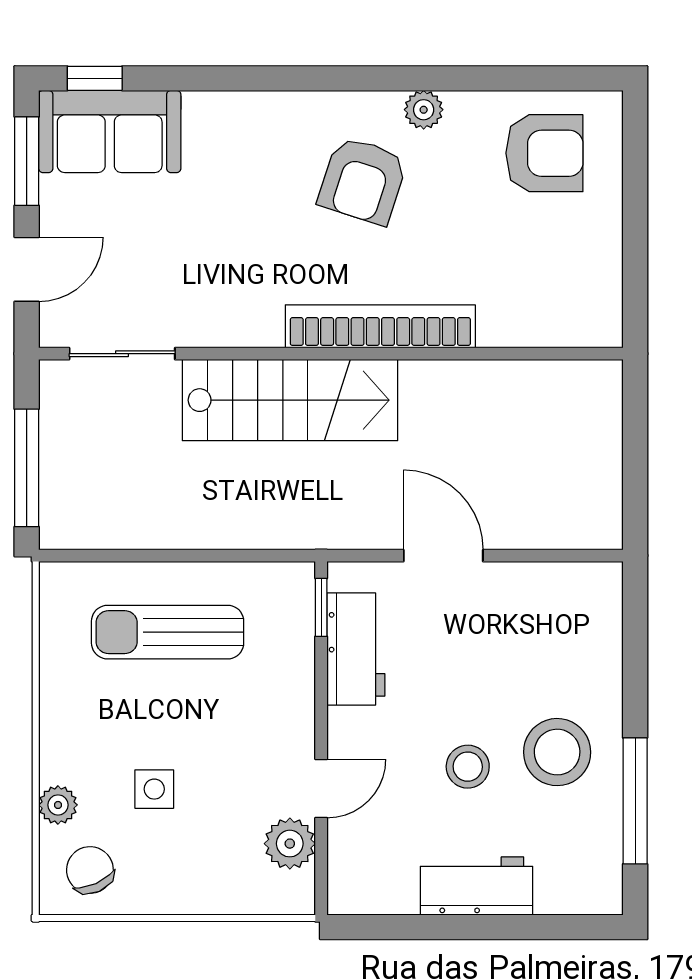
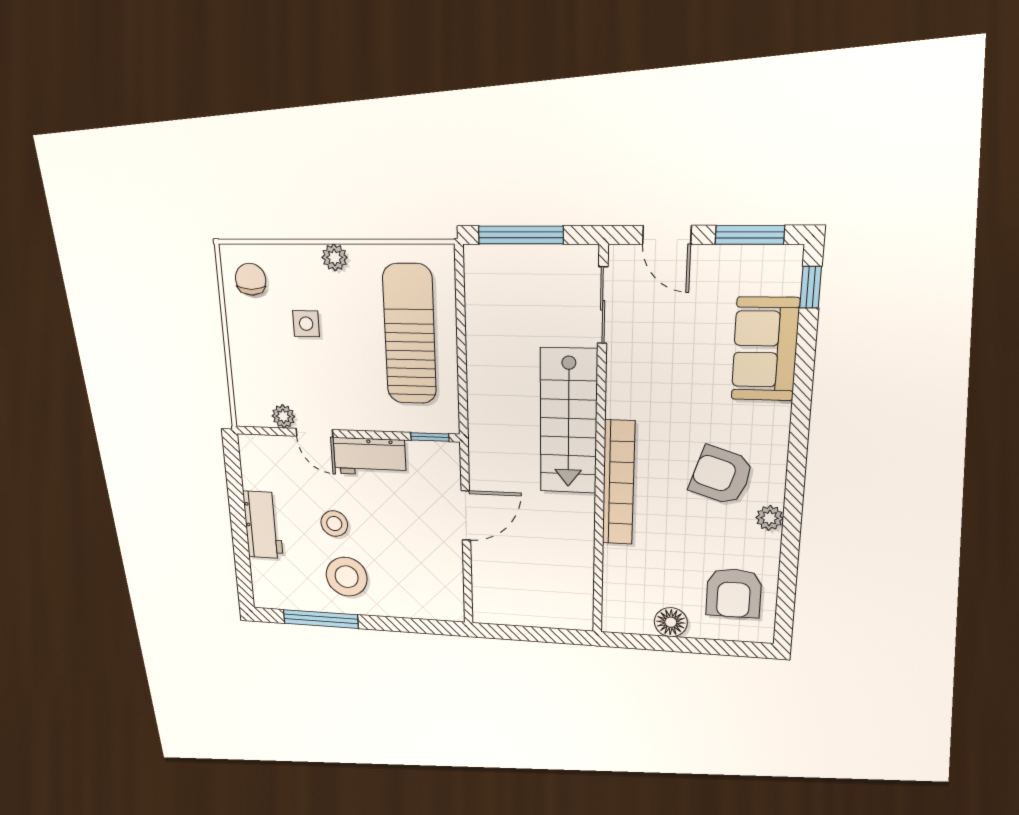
sofa: (110, 131) -> (765, 349), moved
floor lamp: (599, 243) -> (671, 622), added
sun lounger: (168, 632) -> (410, 335), width x1.36, depth x1.34
workbench: (356, 649) -> (370, 457), moved
plant: (58, 805) -> (335, 257), moved
plant: (290, 844) -> (283, 416), width x0.73, depth x0.73
chair: (90, 870) -> (251, 279), turned -66

